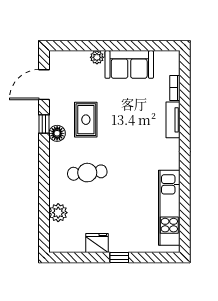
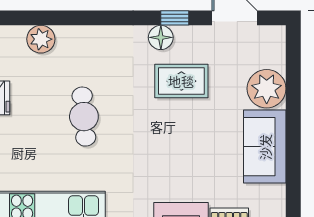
plant: (97, 57) -> (267, 89), width x1.88, depth x1.88
cafe table: (87, 173) -> (84, 117), moved

